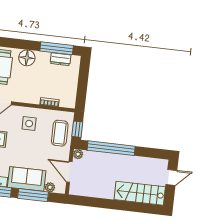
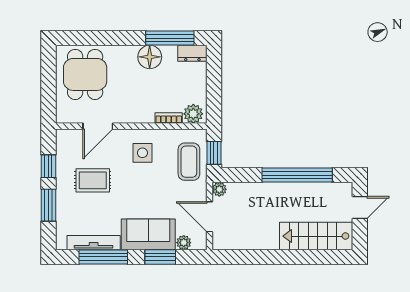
floor lamp: (27, 58) -> (150, 57), moved
dresser: (60, 59) -> (192, 53), moved
plant: (66, 101) -> (193, 114), added
window: (111, 148) -> (297, 175), moved
window: (33, 195) -> (160, 257), width x0.69

